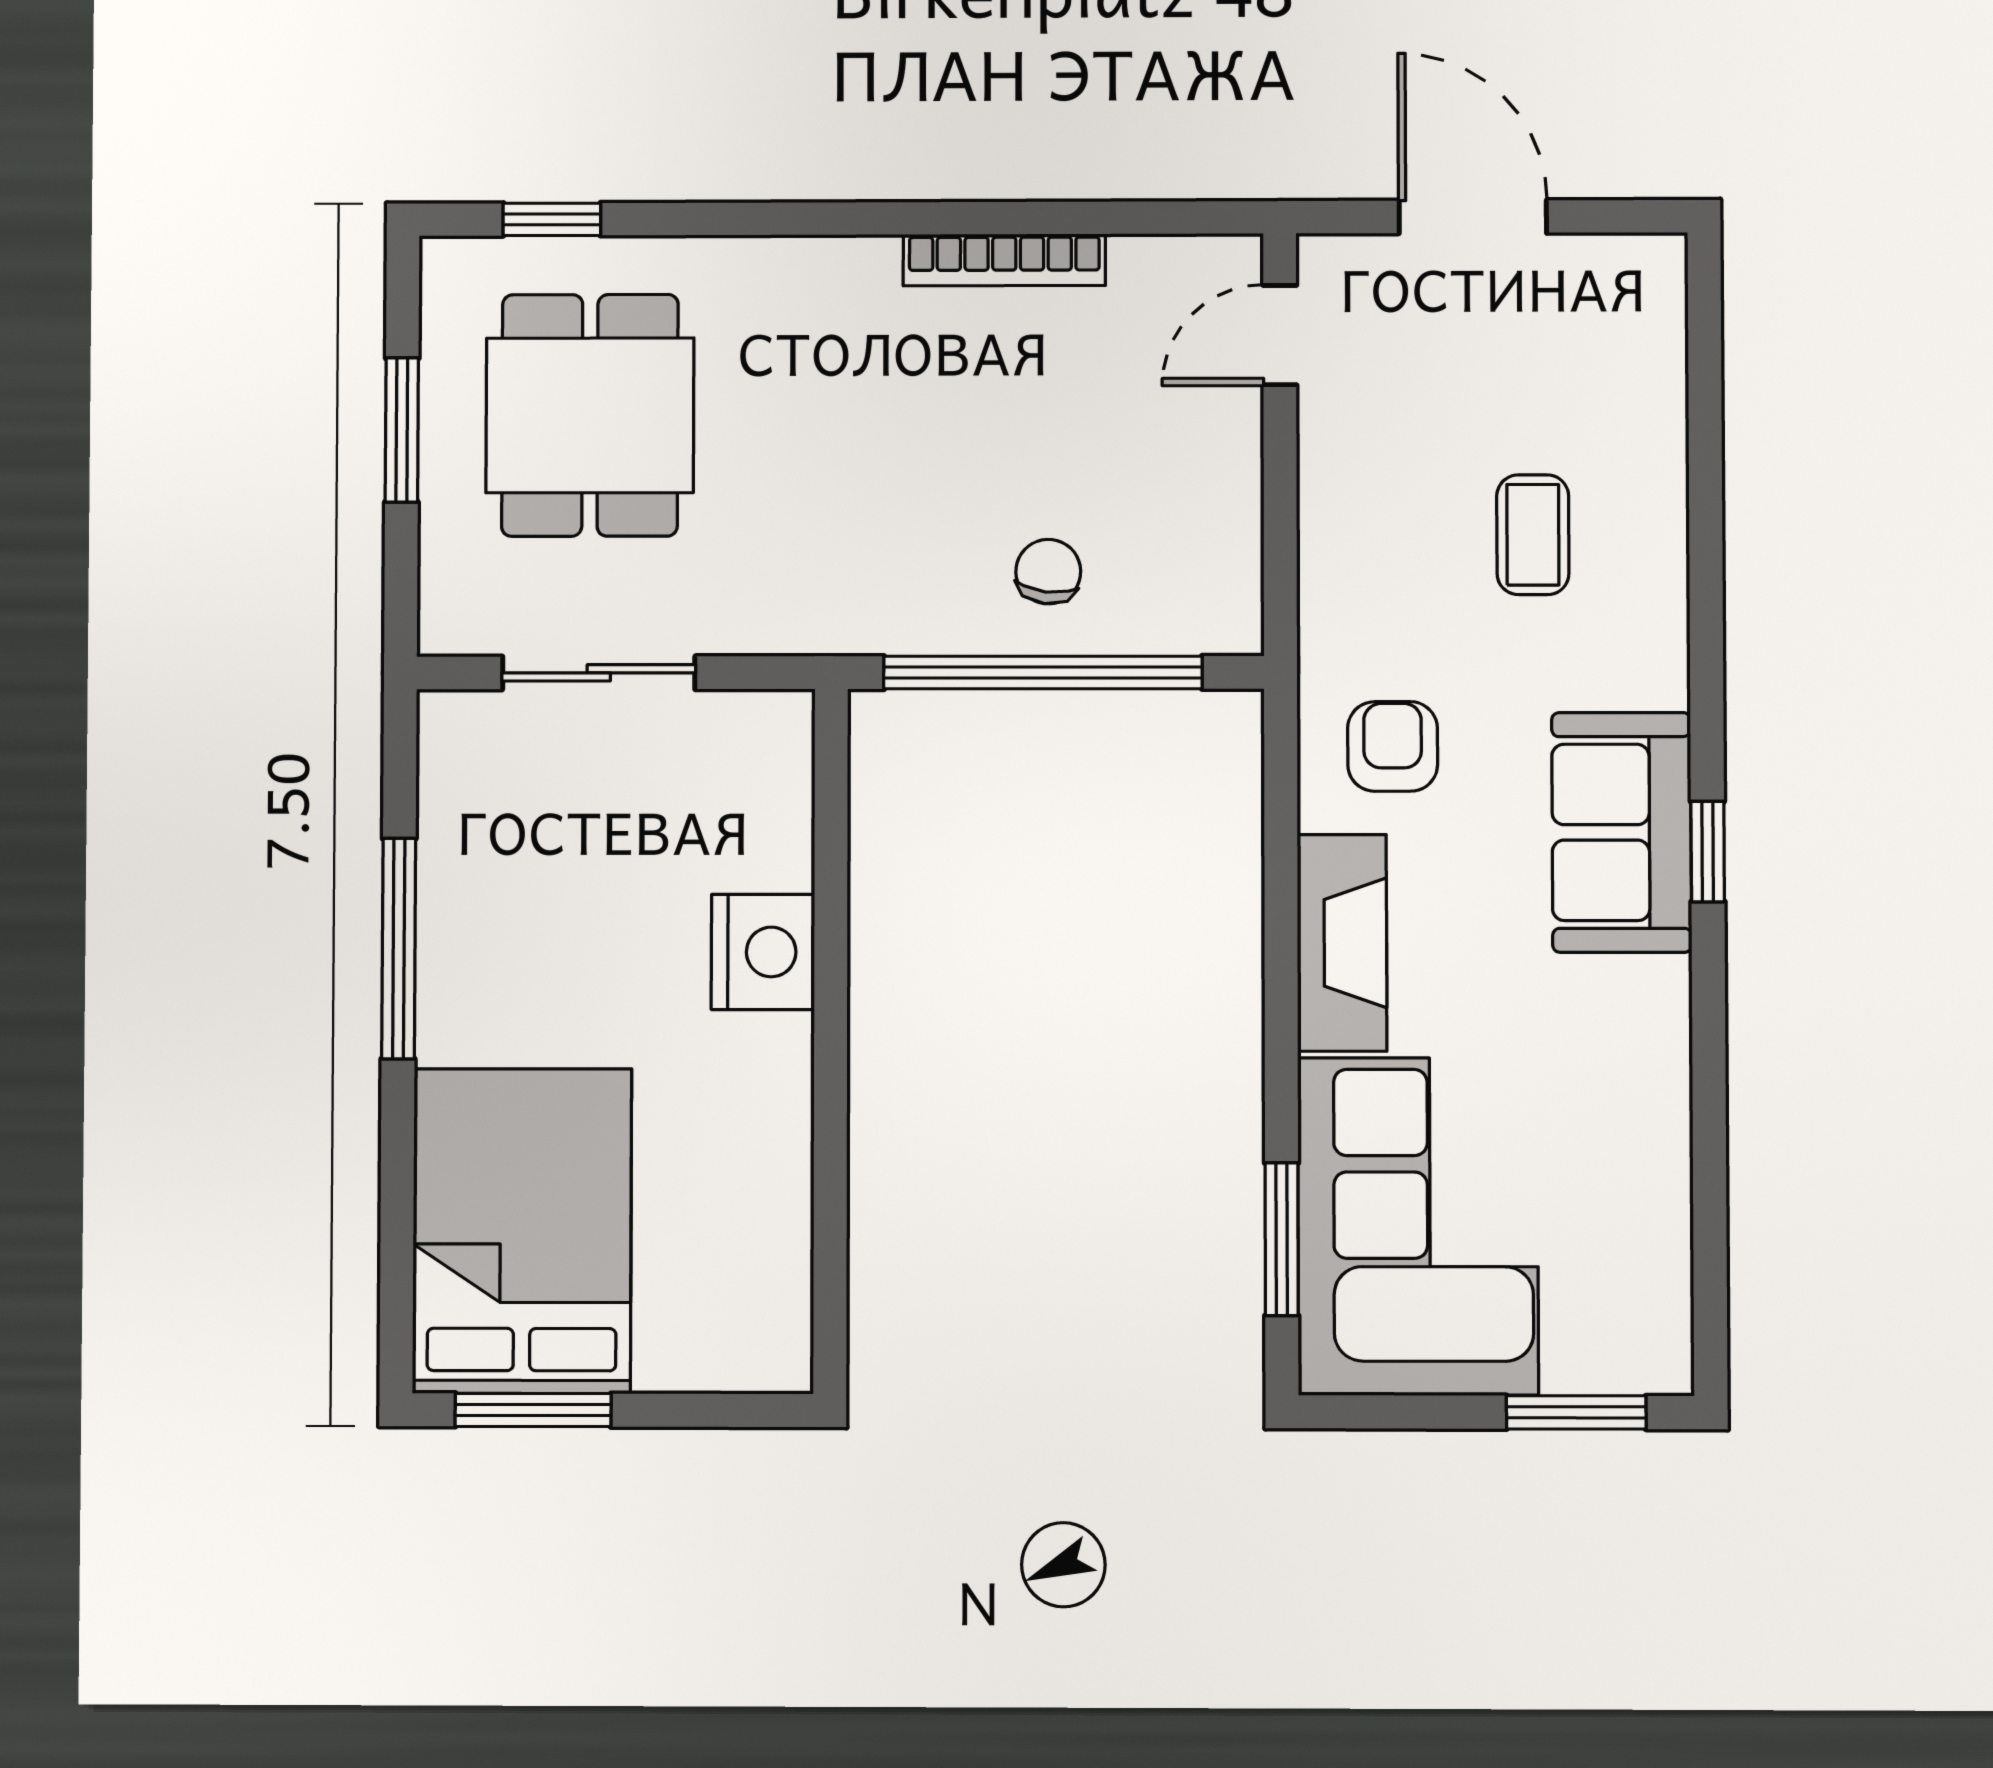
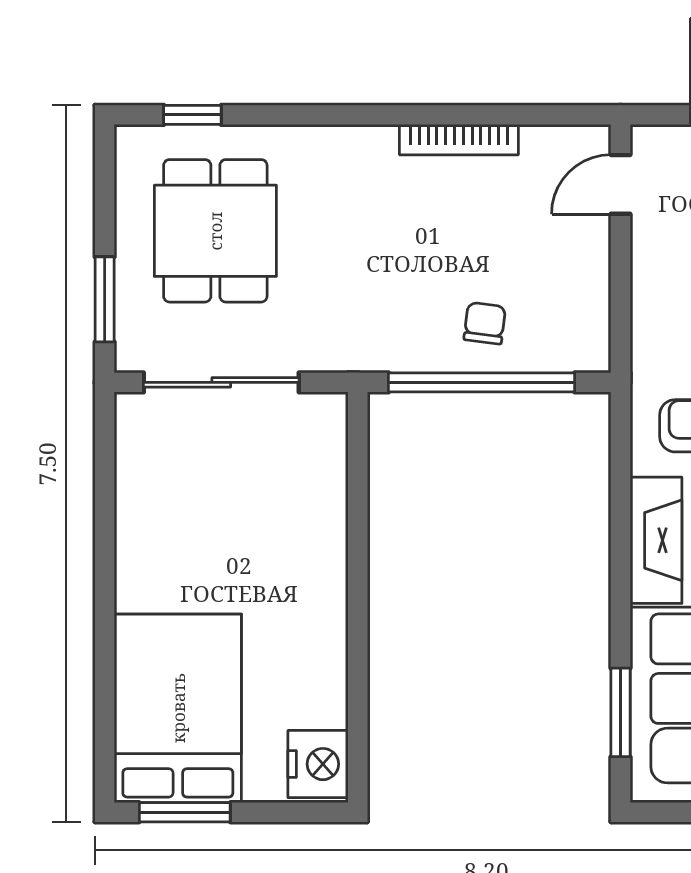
window: (402, 430) -> (105, 299), moved
sliding door: (599, 673) -> (221, 382), width x1.37
window: (399, 948) -> (105, 544), removed
nightstand: (763, 952) -> (318, 764), moved

